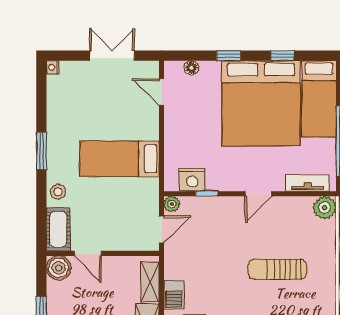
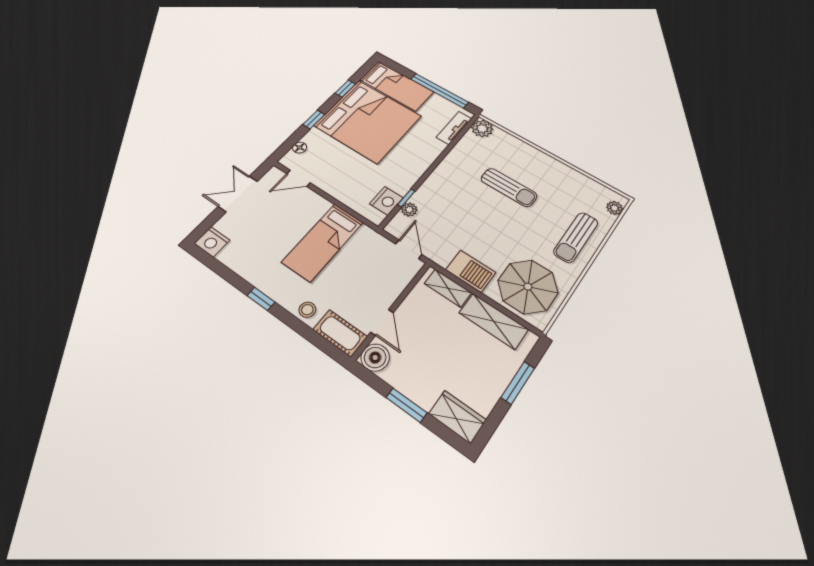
nightstand: (53, 67) -> (212, 242), width x1.89, depth x1.79
window: (41, 151) -> (261, 299), width x0.67
door: (258, 194) -> (436, 163), removed
plant: (172, 204) -> (409, 210), moved
door: (88, 253) -> (382, 322), hinge flipped
sun lounger: (277, 269) -> (509, 187), turned -90
barbecue: (174, 295) -> (471, 271), width x1.38, depth x1.27

